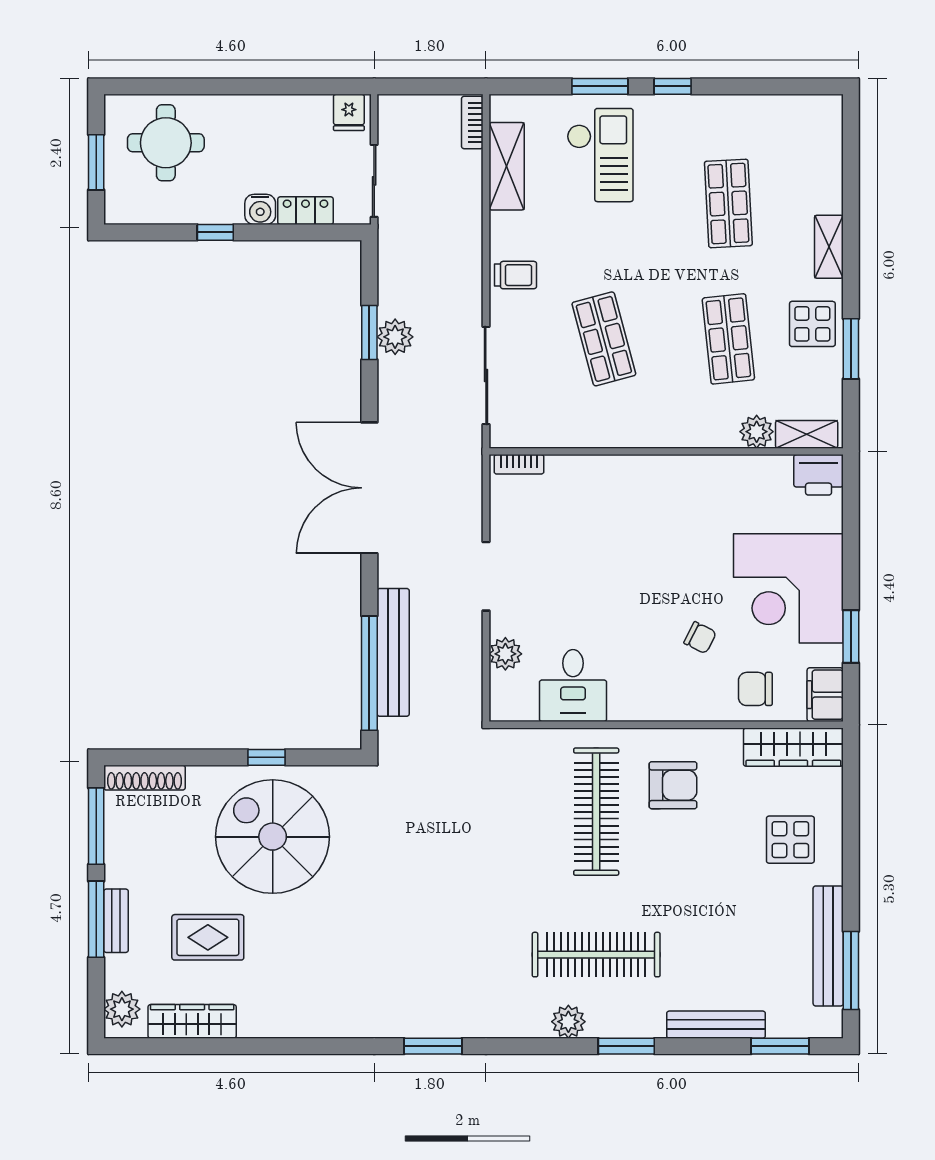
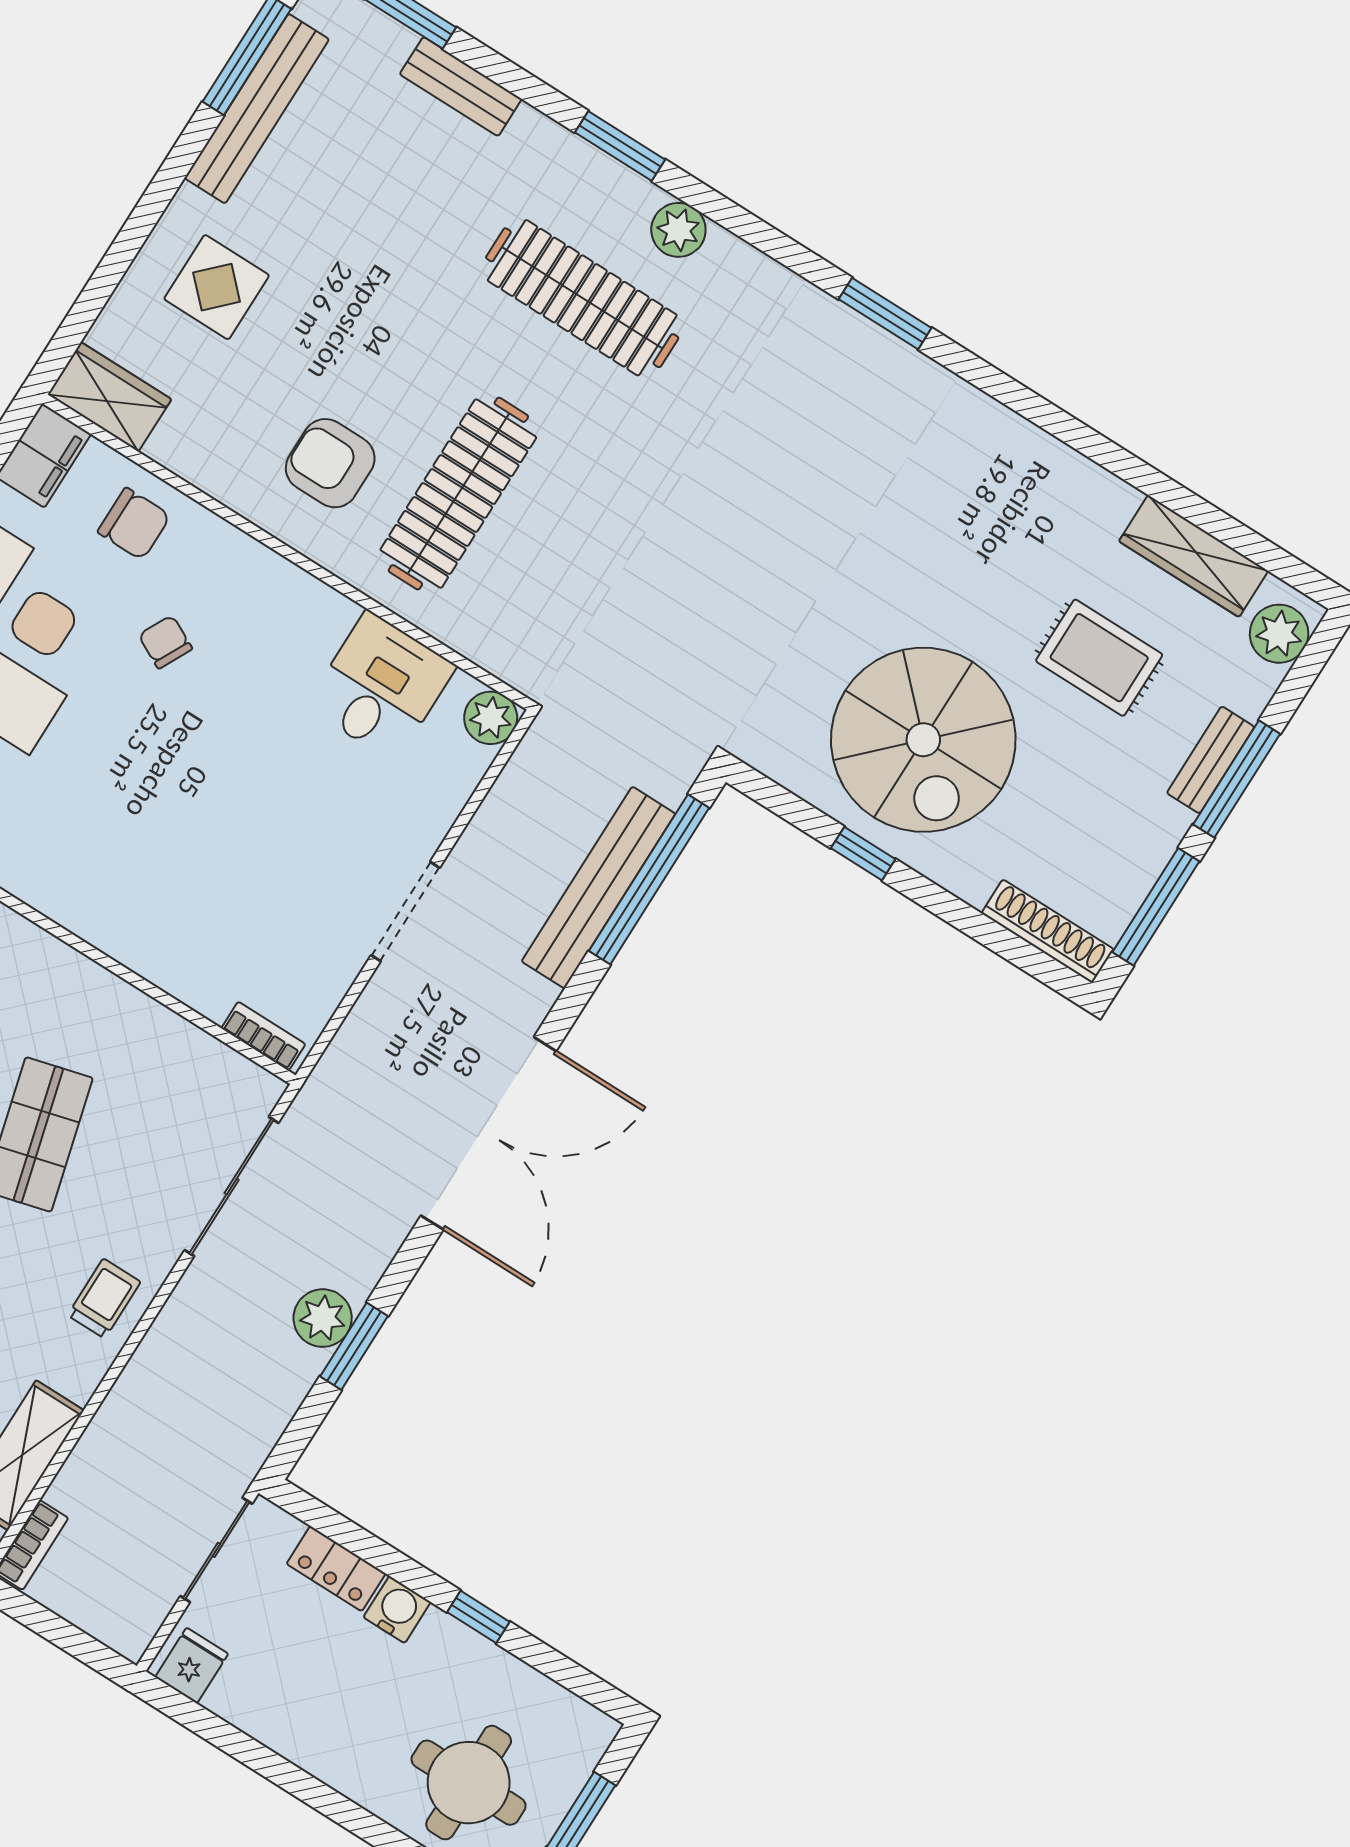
trolley: (516, 275) -> (104, 1298), turned 90
plant: (505, 654) -> (491, 718), moved
wardrobe: (793, 747) -> (110, 397), width x0.67
bench: (716, 1025) -> (461, 87), width x0.73

